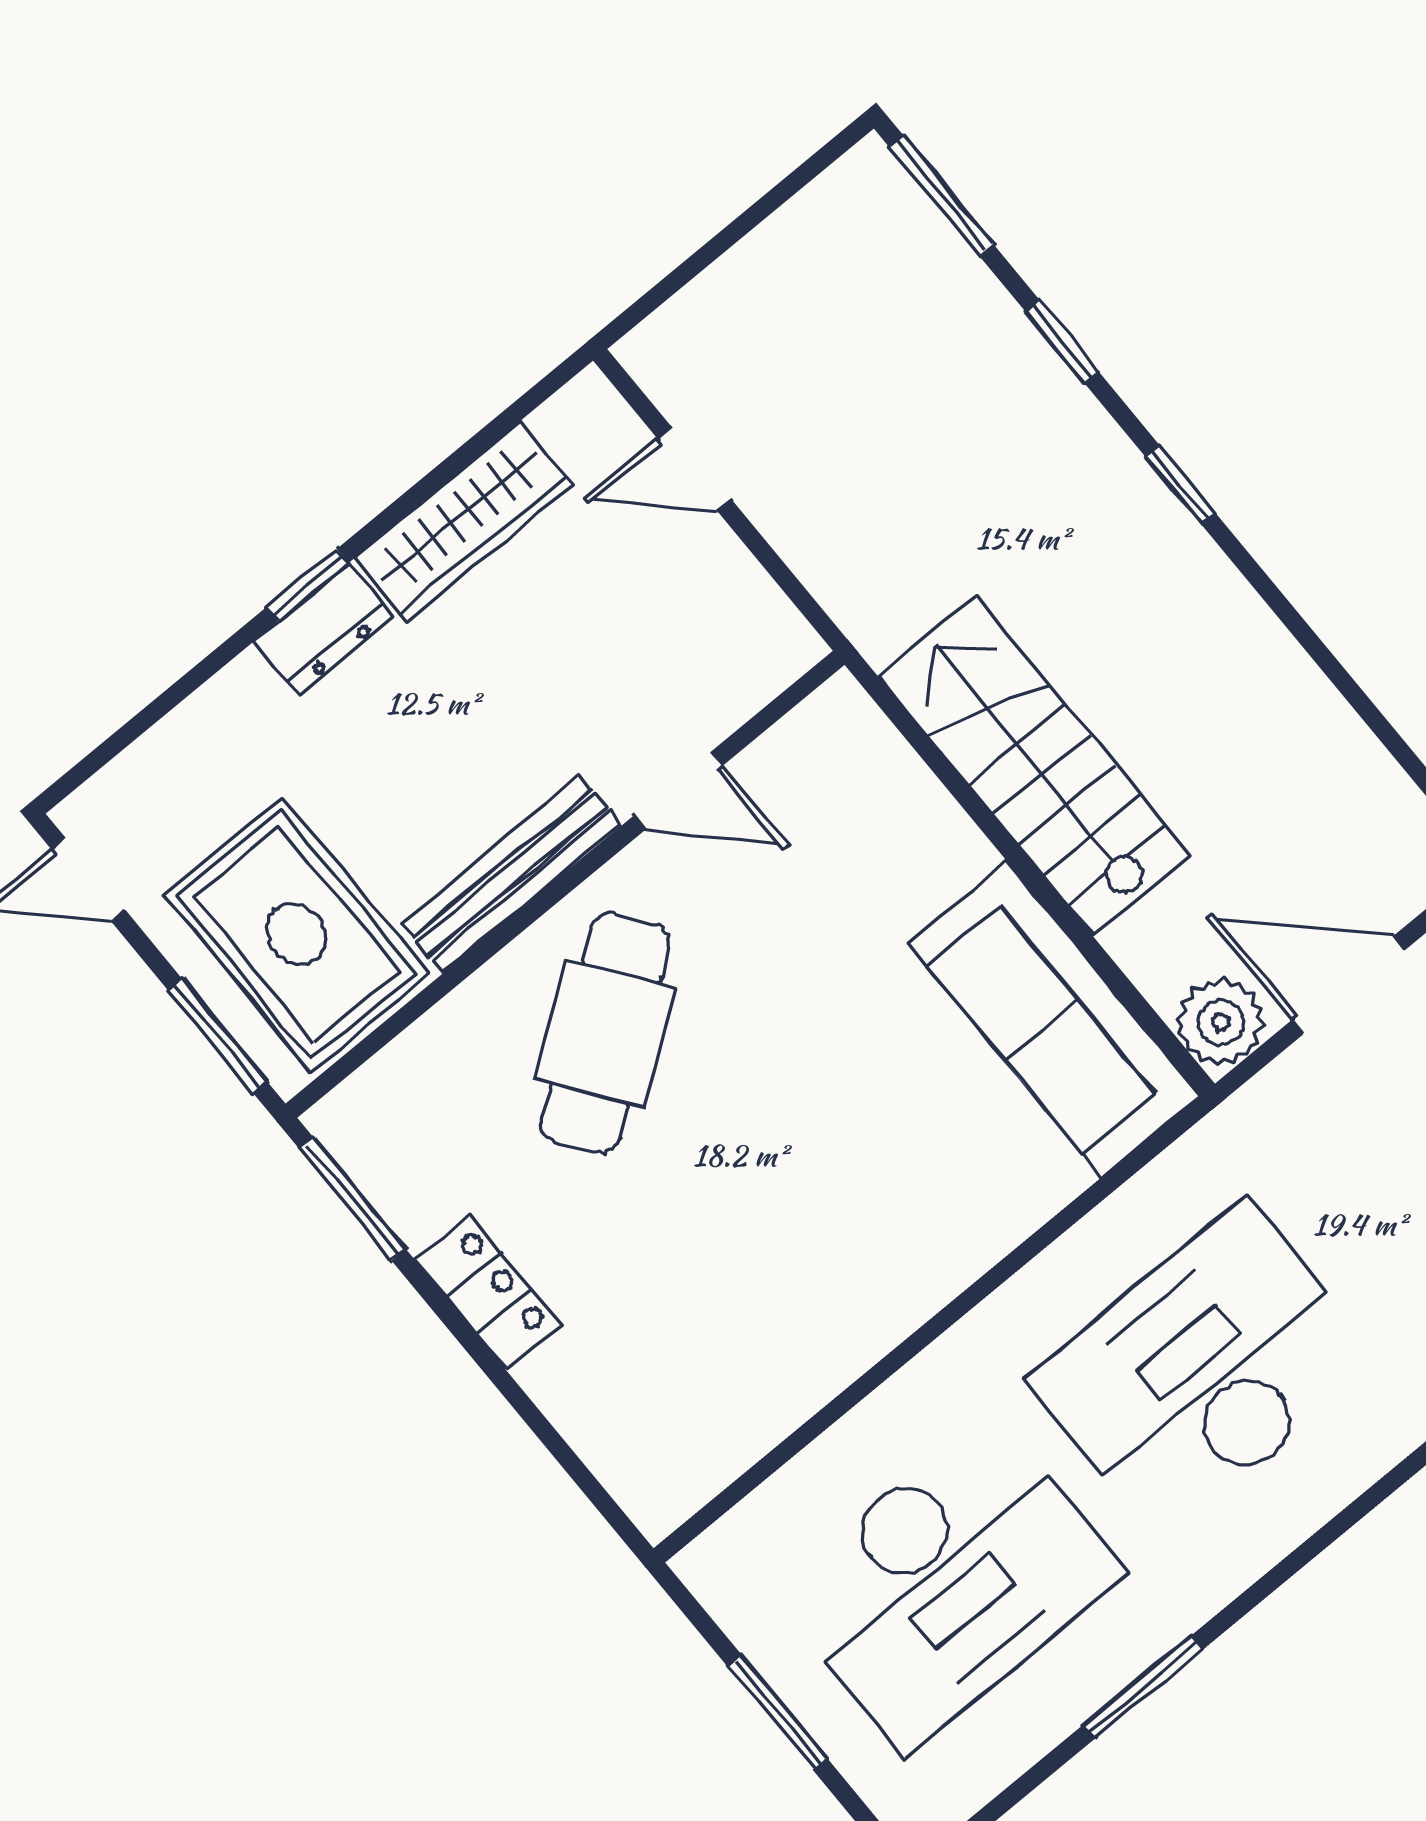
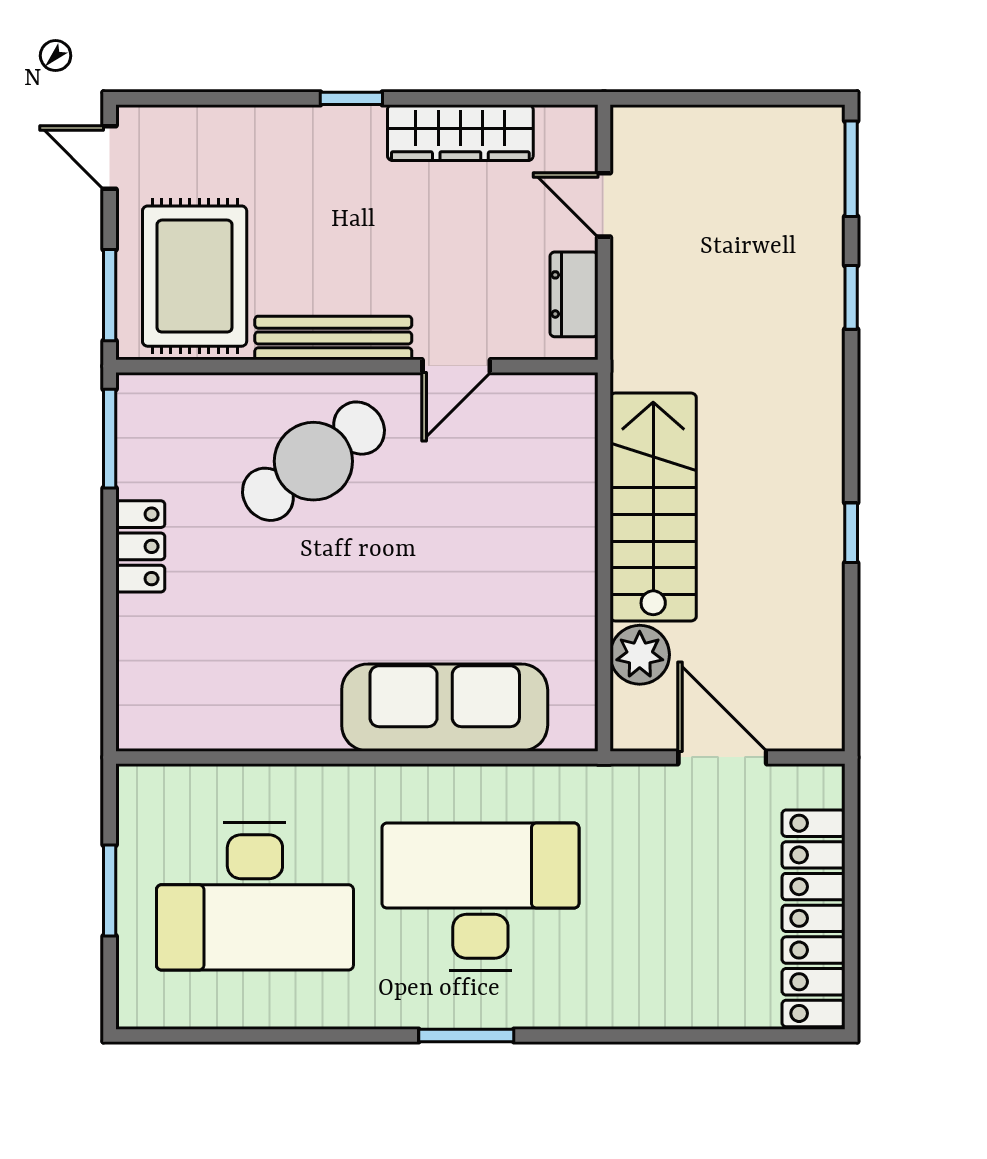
window: (1180, 485) -> (851, 533), moved
dresser: (324, 629) -> (574, 294), moved, turned 90
door: (678, 791) -> (456, 366), hinge flipped
sofa: (1055, 1020) -> (445, 708), moved, turned 90
plant: (1221, 1022) -> (640, 655), moved
window: (1143, 1687) -> (466, 1035), moved

